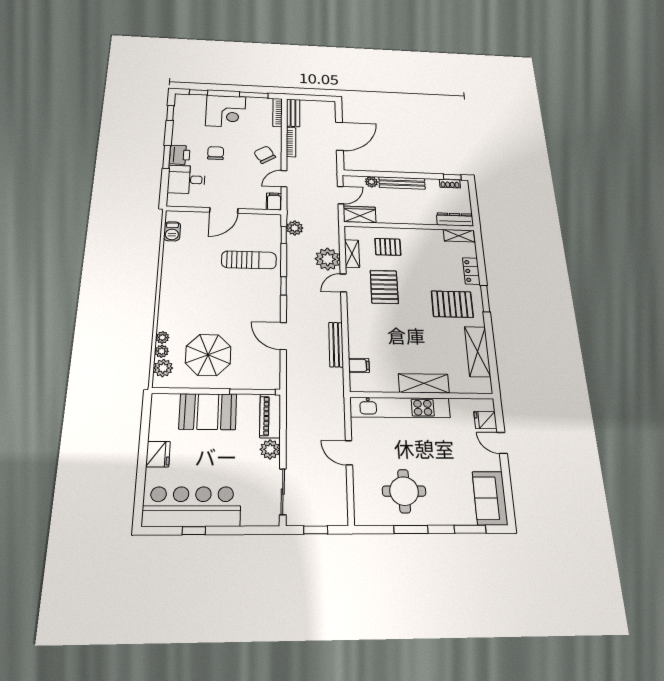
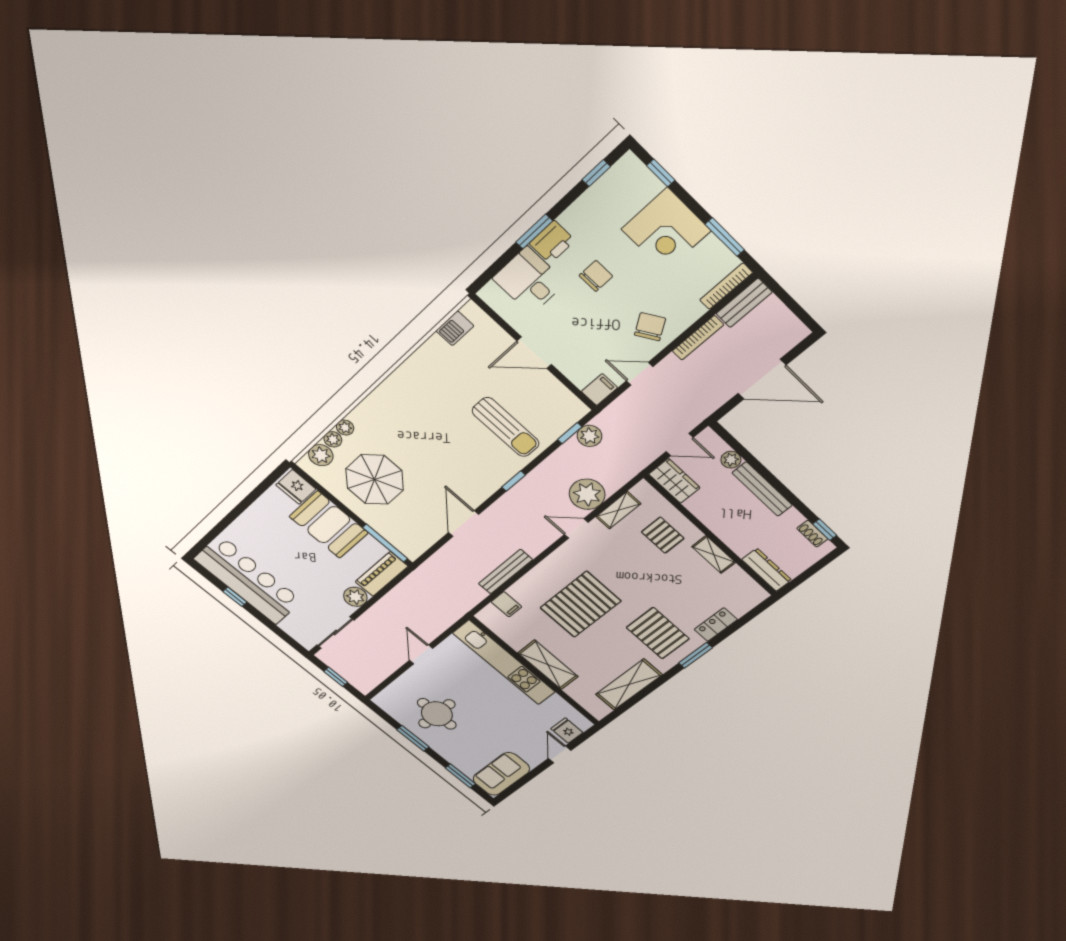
shelving: (459, 236) -> (714, 555), moved
pallet: (384, 287) -> (581, 604), moved, width x1.37, depth x1.41
fridge: (158, 454) -> (296, 487), moved, turned 90

